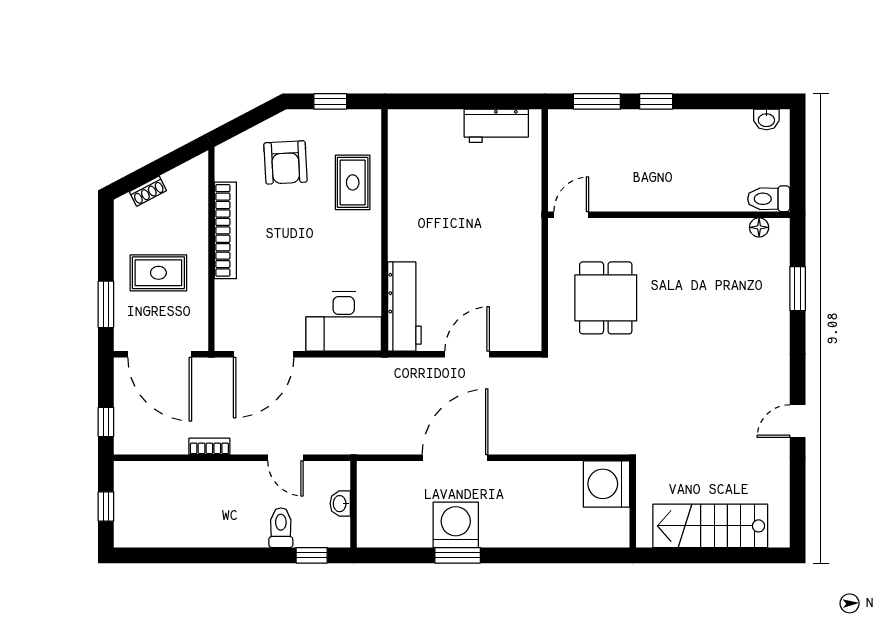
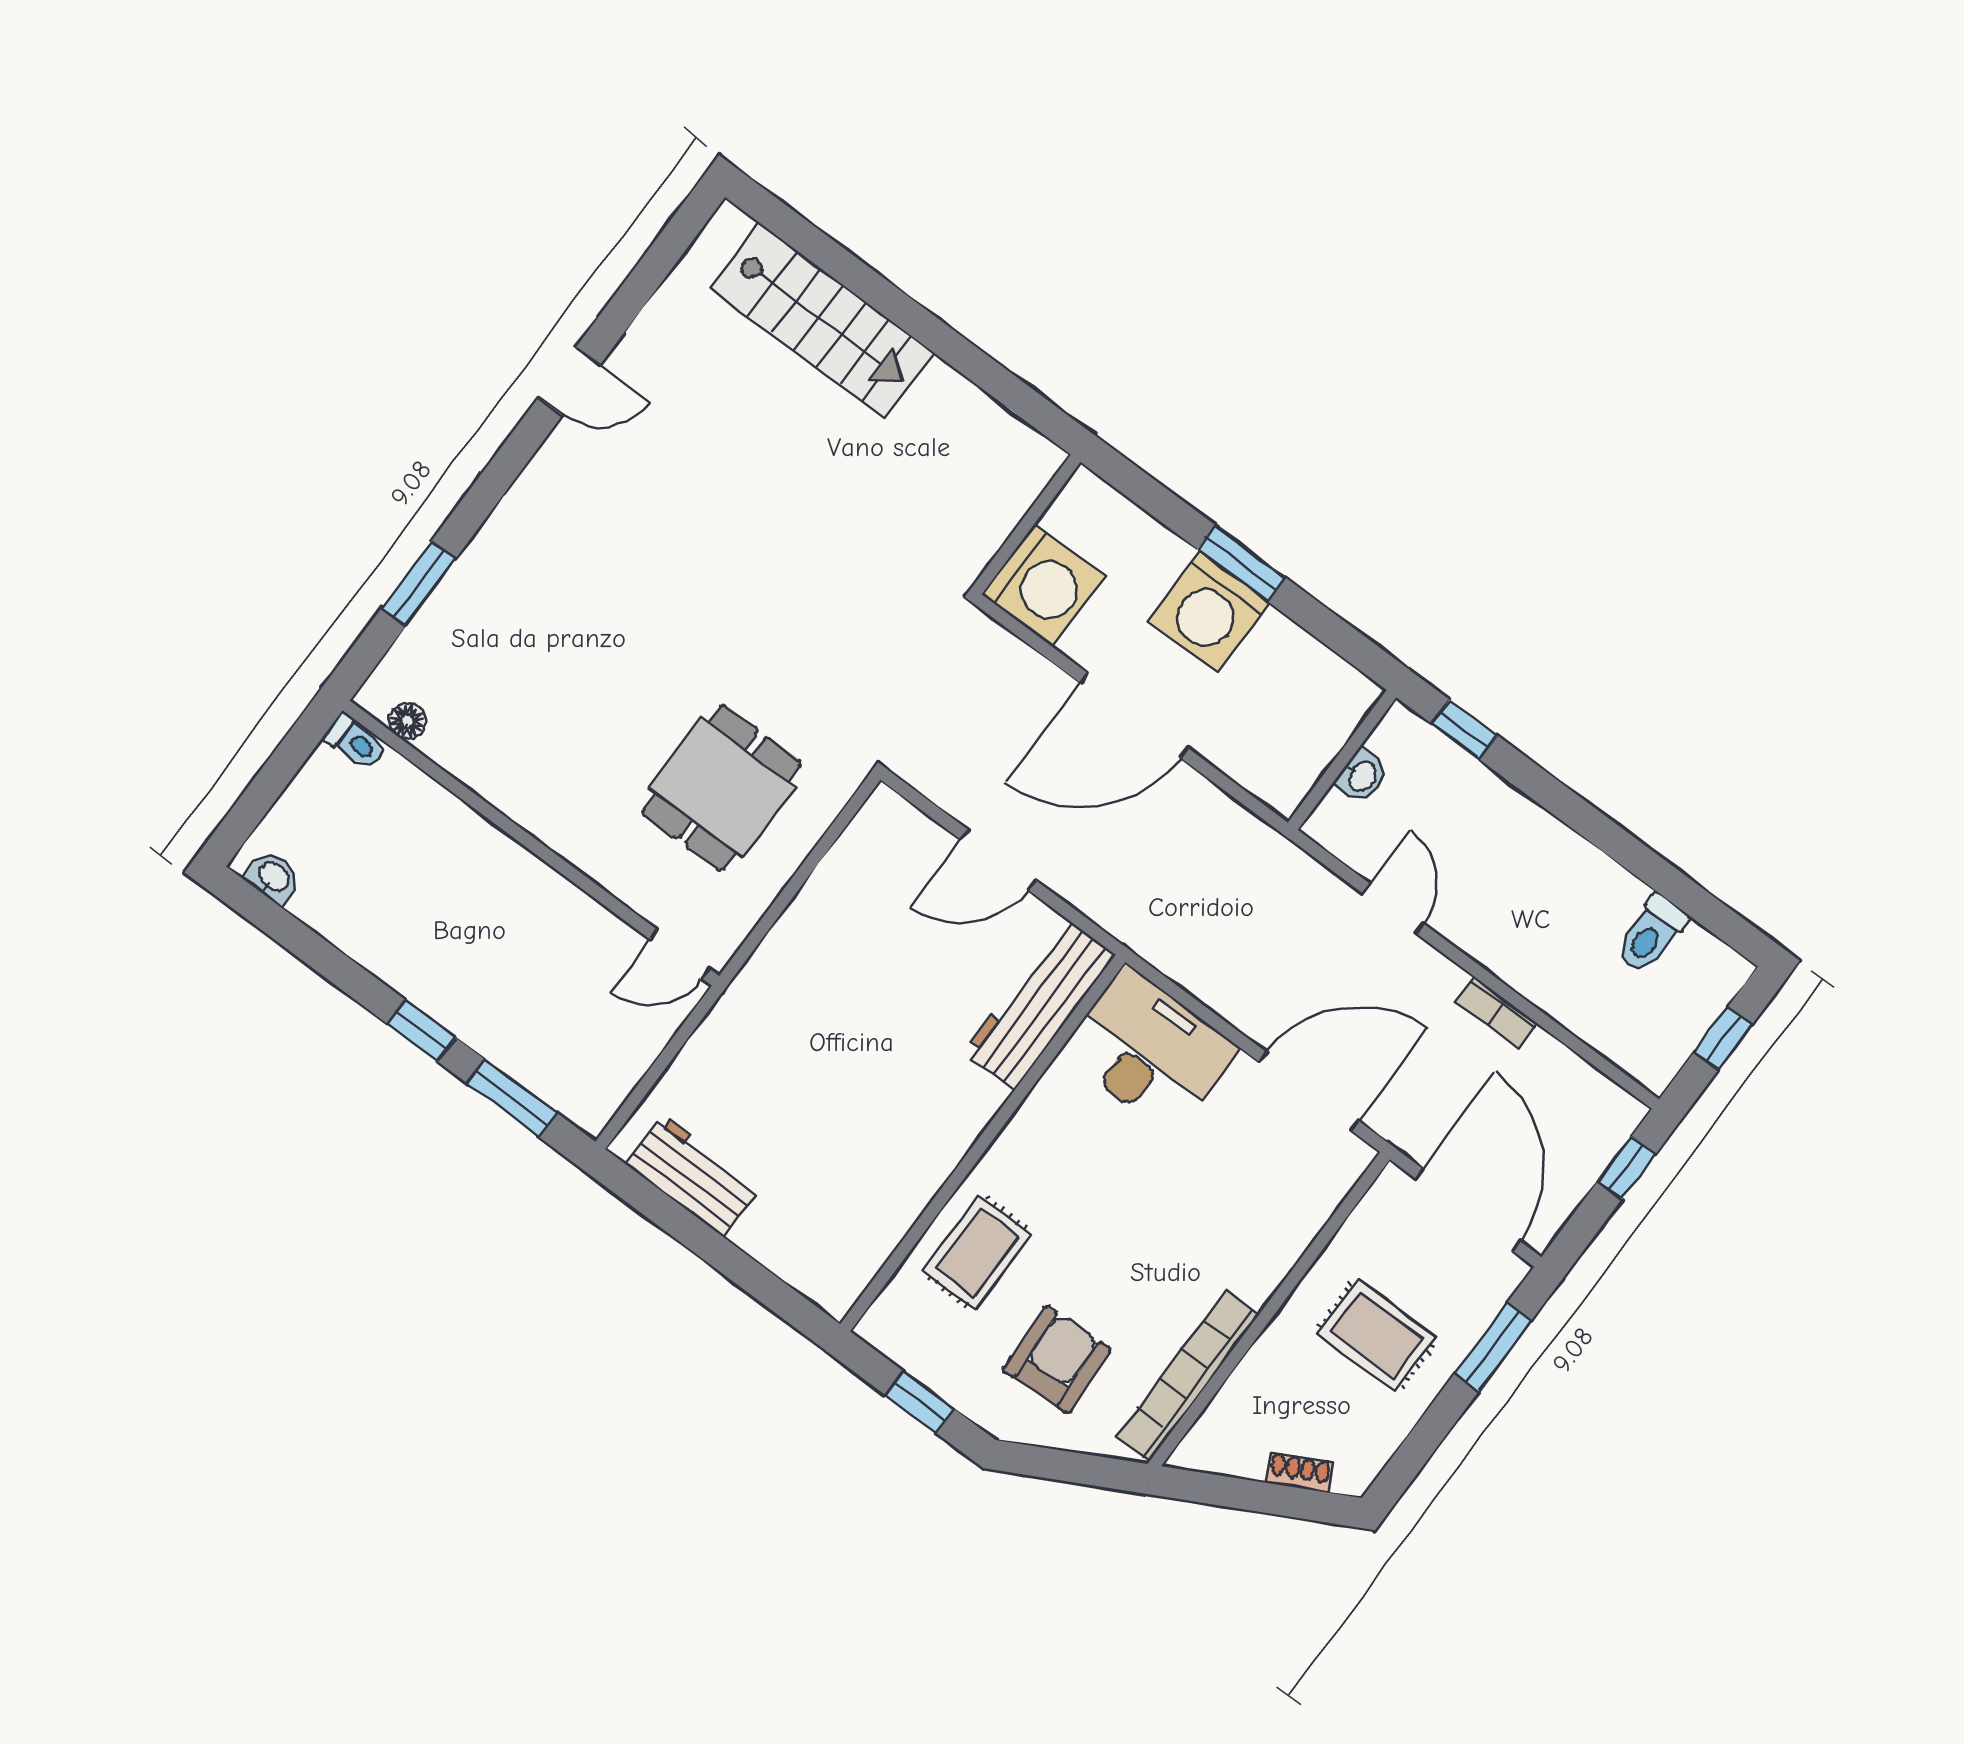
toilet: (769, 199) -> (355, 742), width x0.73, depth x0.72
bookcase: (225, 230) -> (1187, 1376), moved
washing machine: (606, 484) -> (1043, 585), moved
wall: (633, 504) -> (1026, 524), moved
toilet: (281, 528) -> (1651, 934), moved

